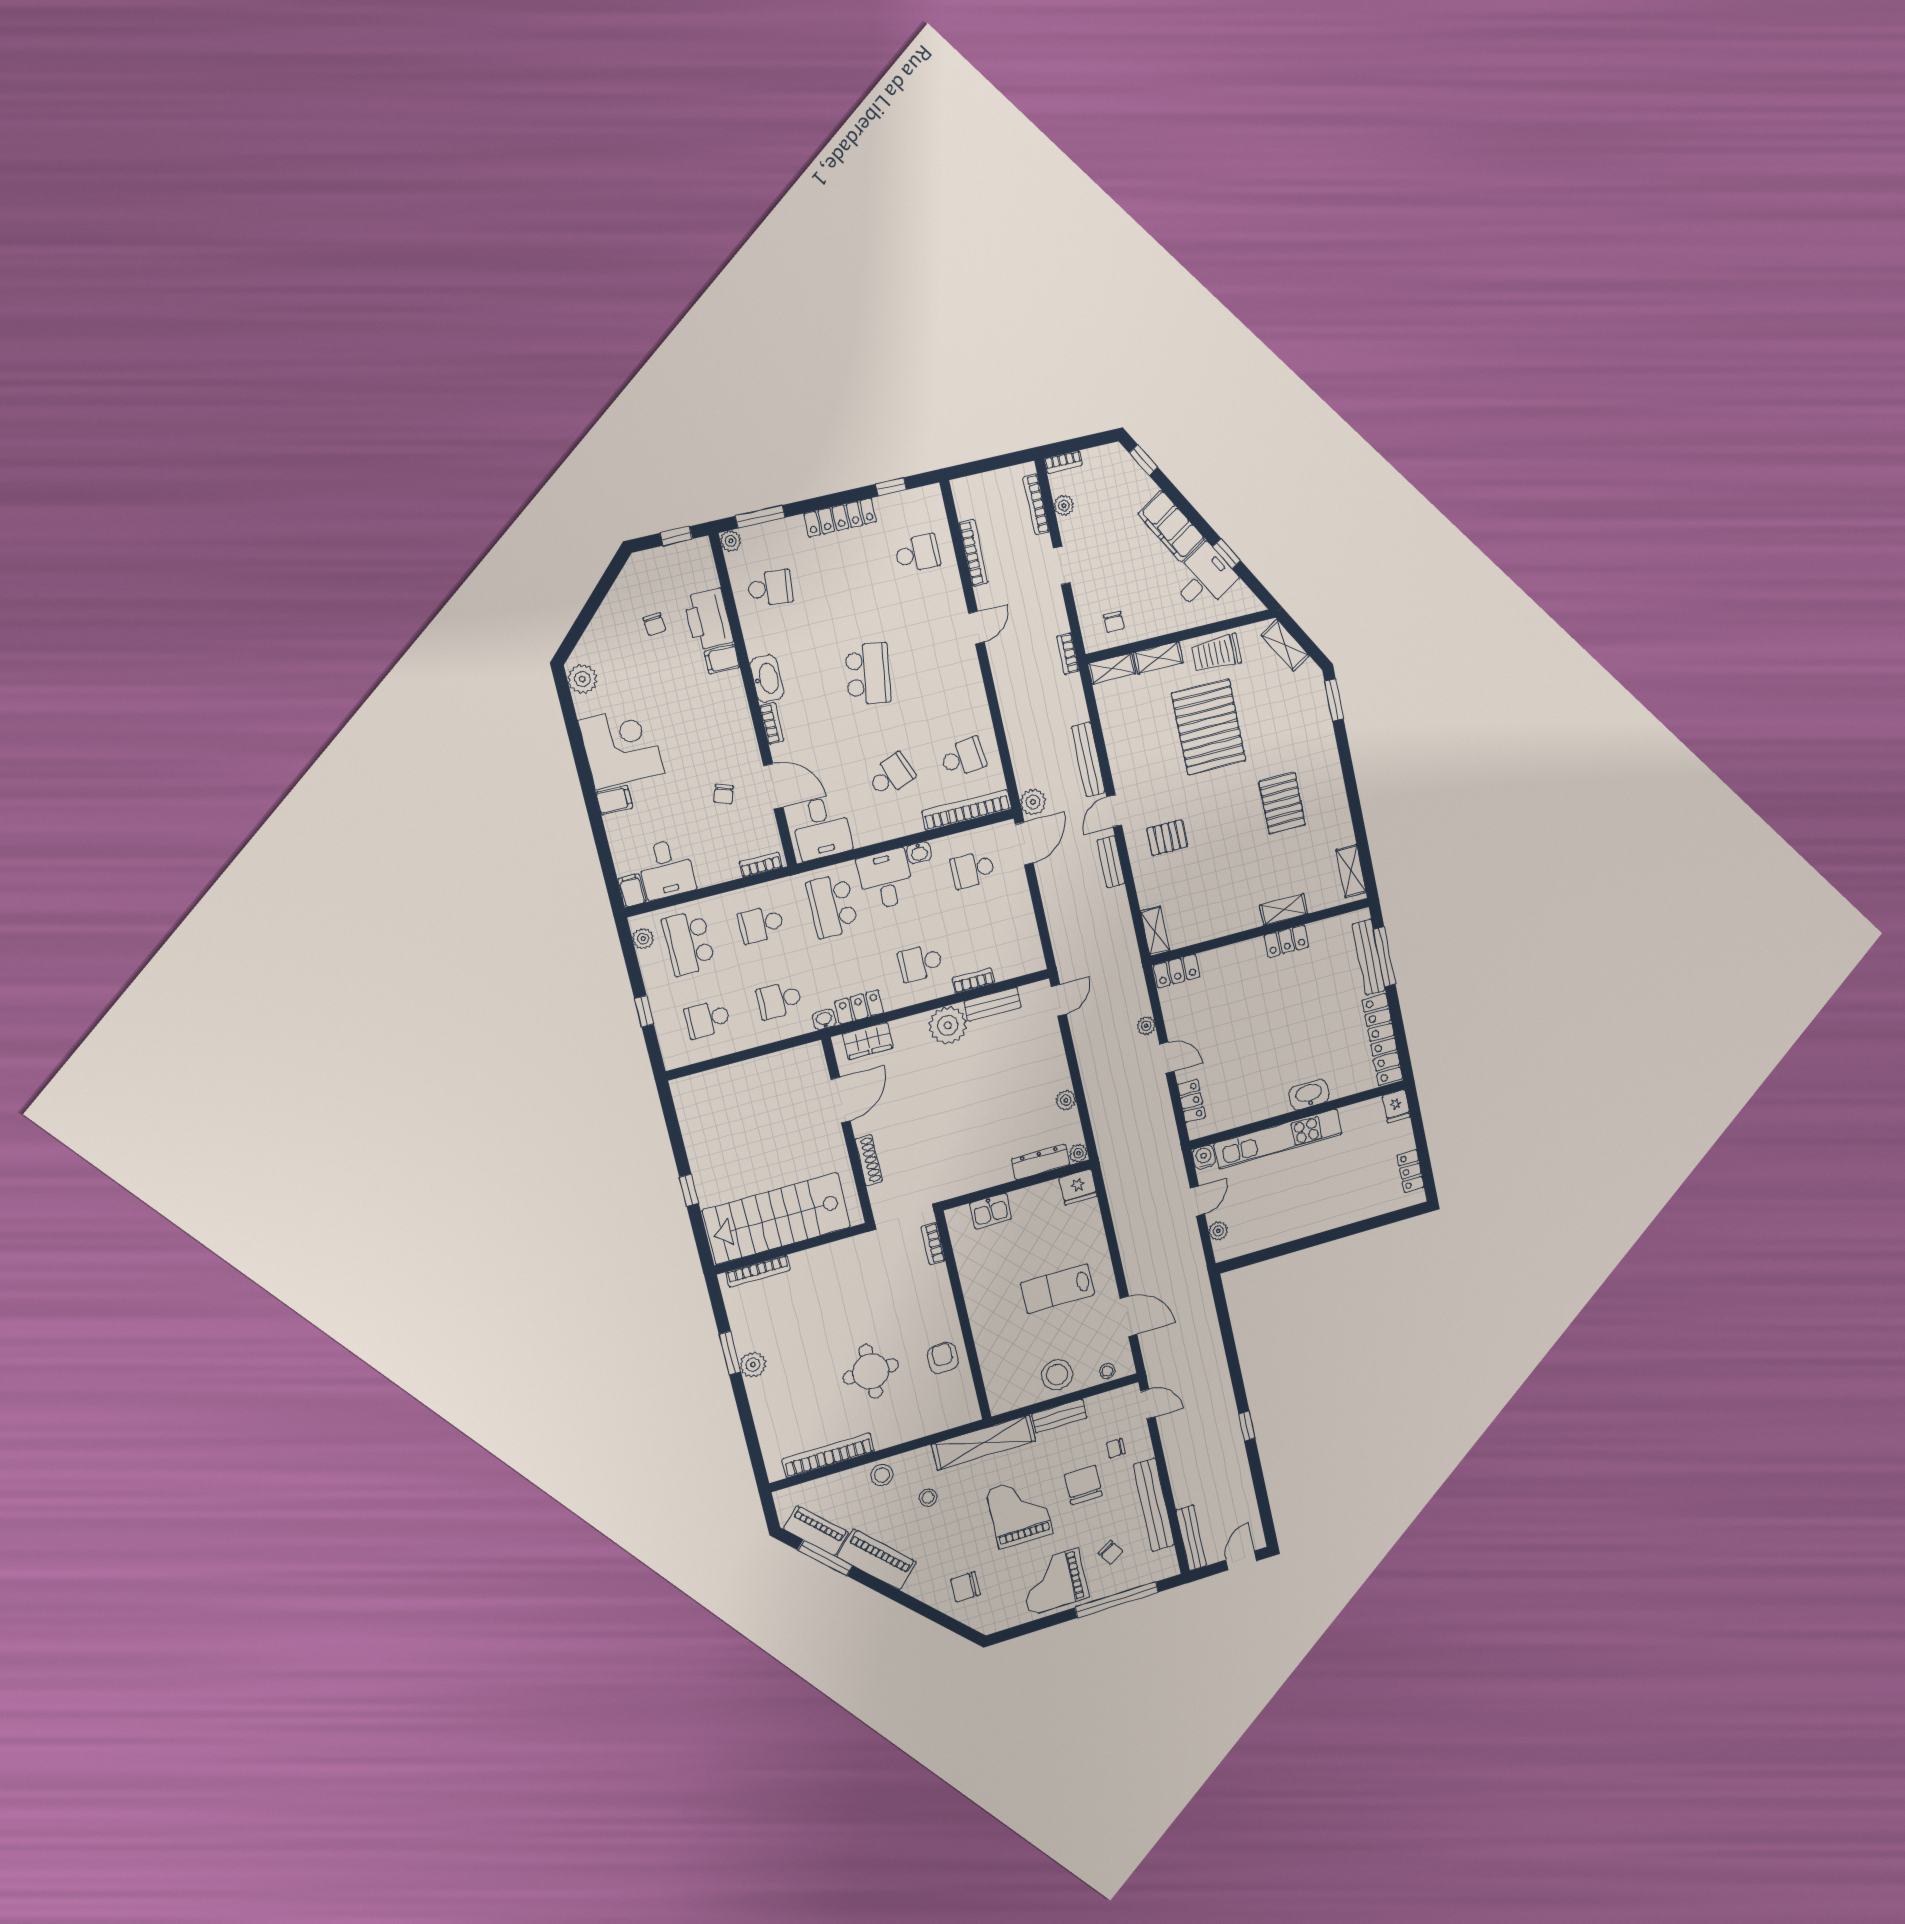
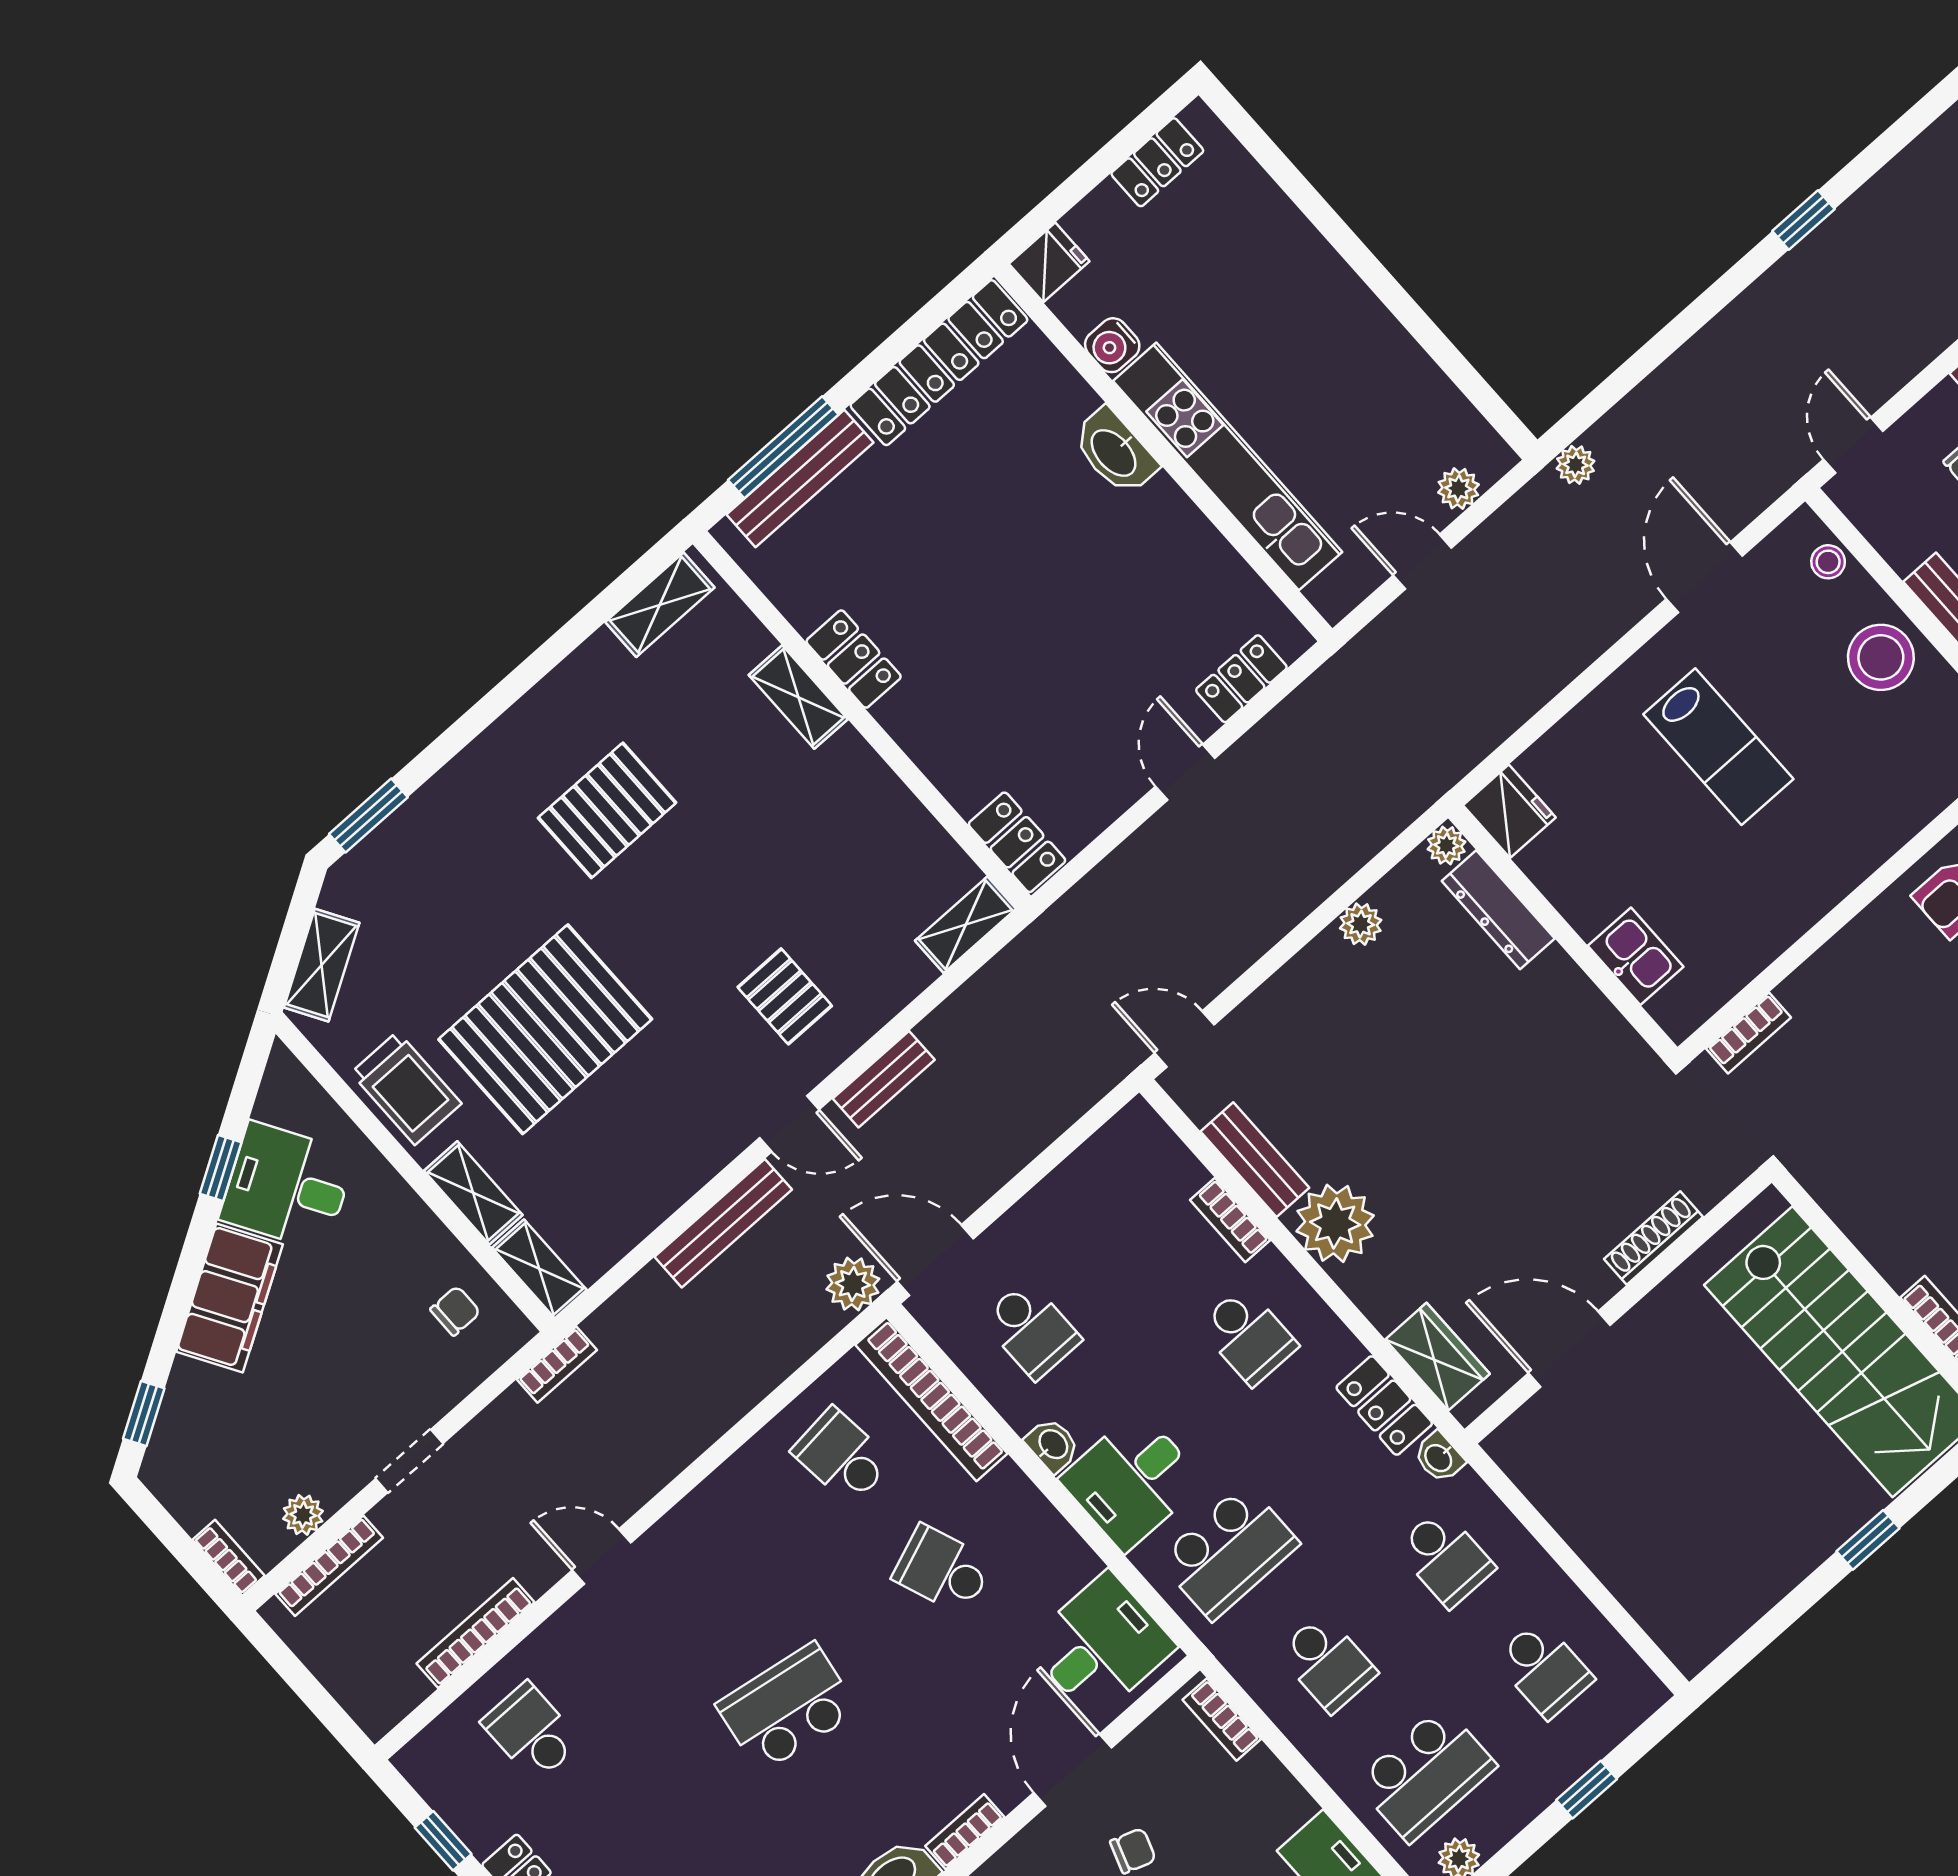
plant: (1146, 1026) -> (1576, 465), moved
water cooler: (1204, 1157) -> (1112, 345), moved

